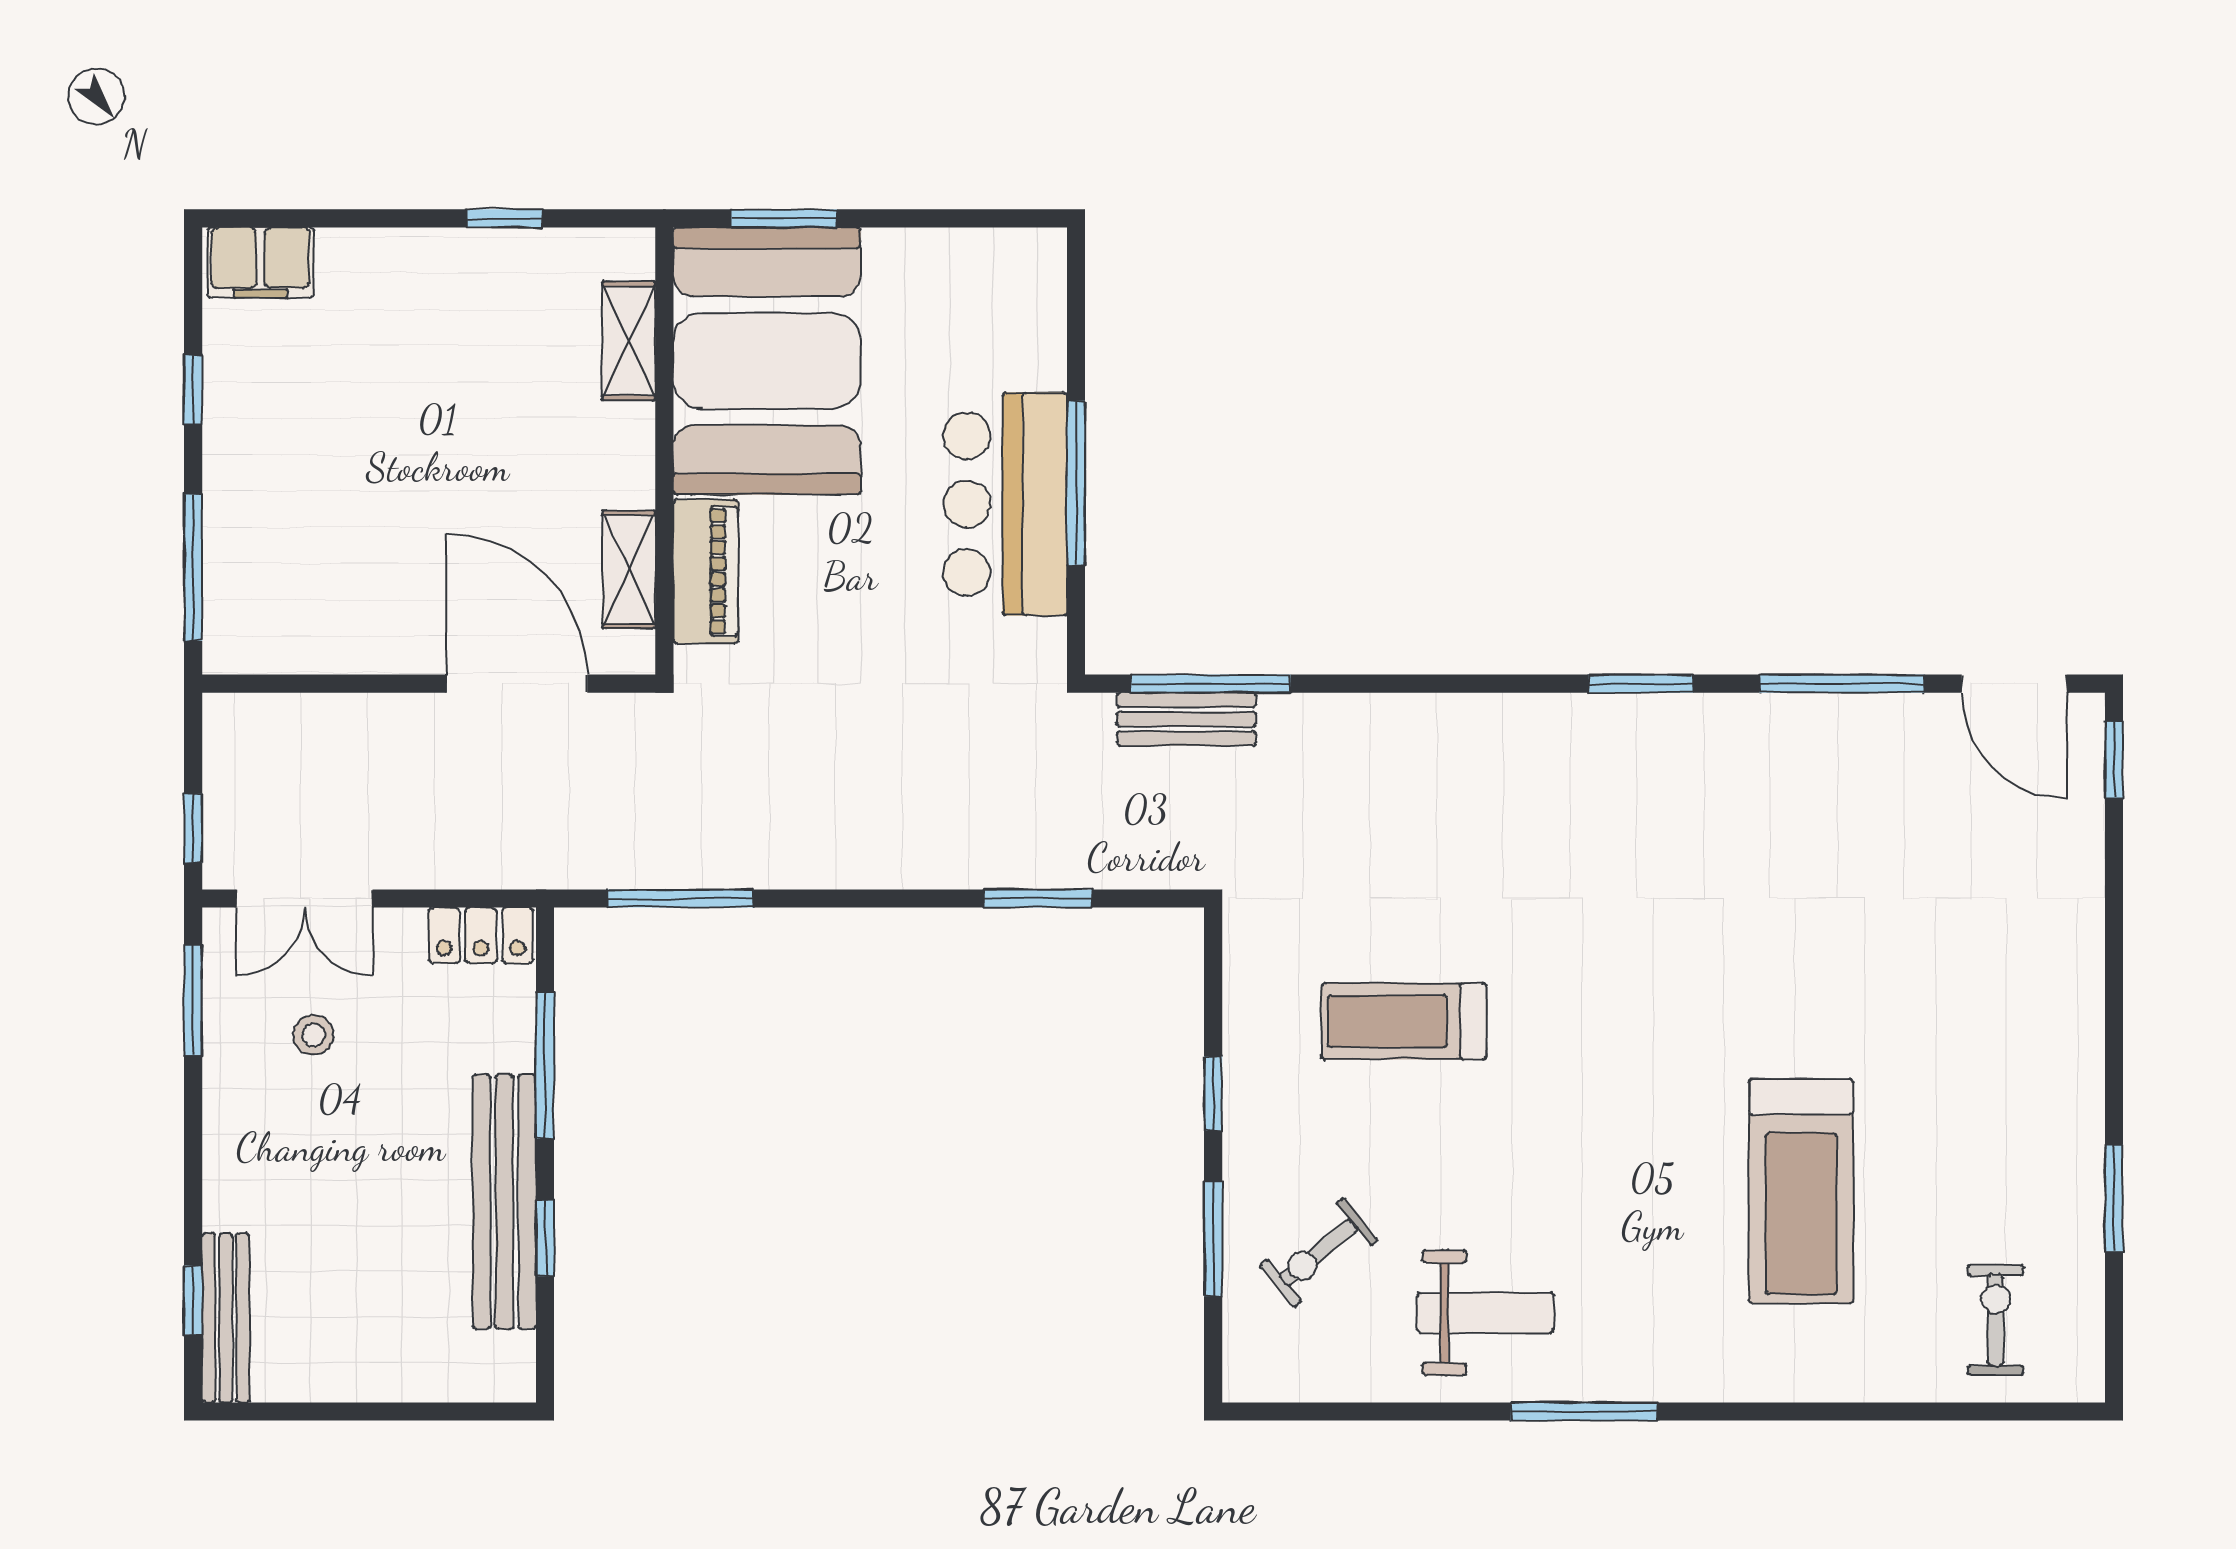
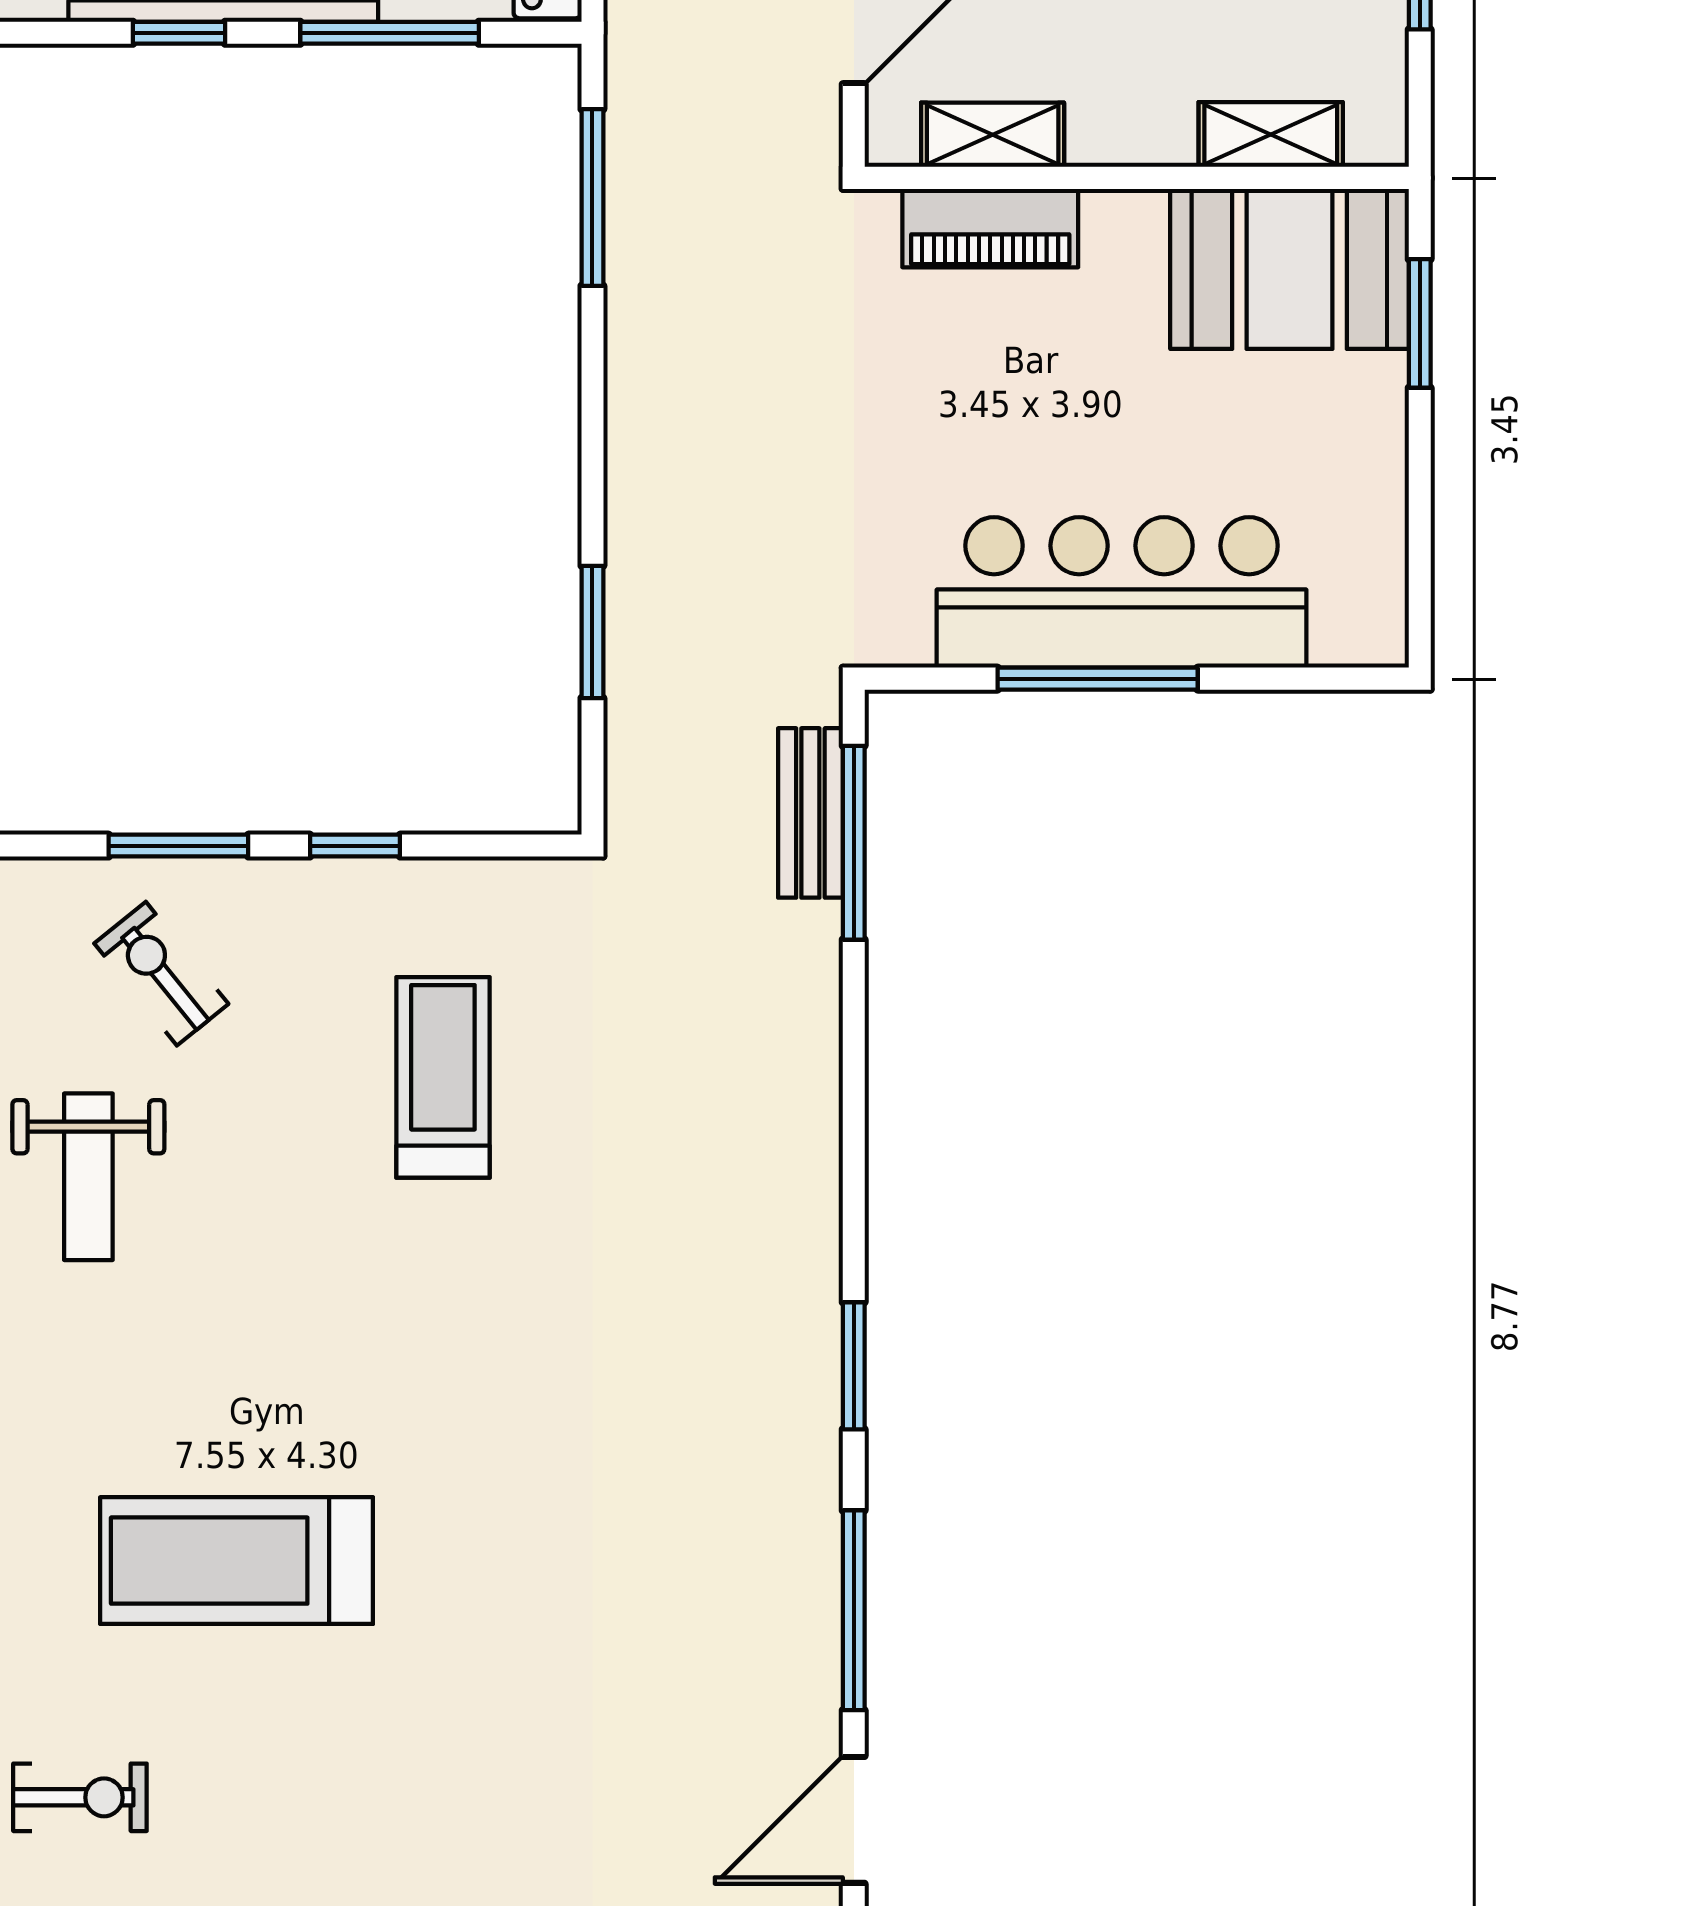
booth: (767, 361) -> (1289, 269), width x0.73, depth x0.70
bar counter: (1005, 504) -> (1122, 592), width x1.36

